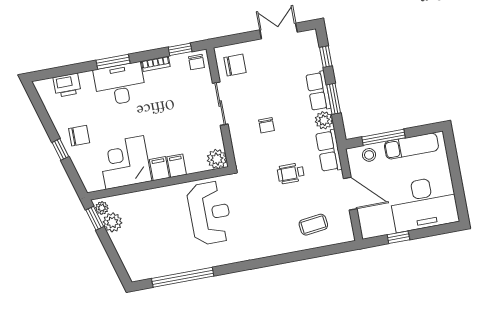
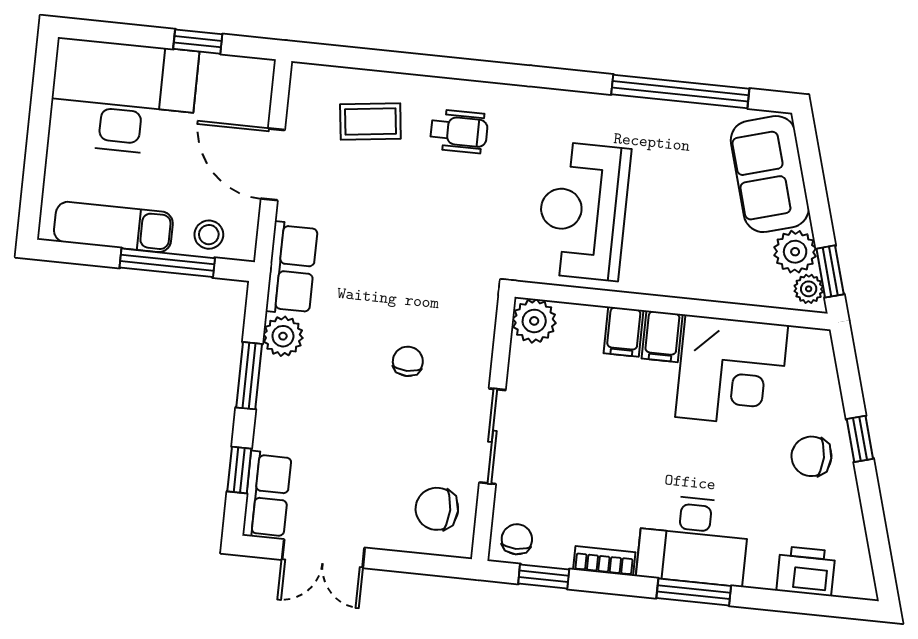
row of seats: (318, 91) -> (267, 495), moved
wheelchair: (291, 173) -> (459, 131), moved
sofa: (133, 253) -> (770, 174), added

